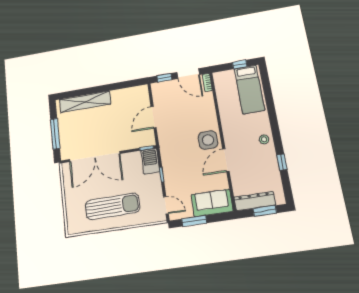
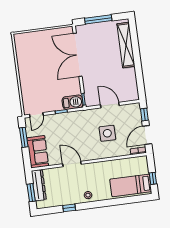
side table: (208, 140) -> (107, 133), moved
sun lounger: (112, 206) -> (36, 71), removed

